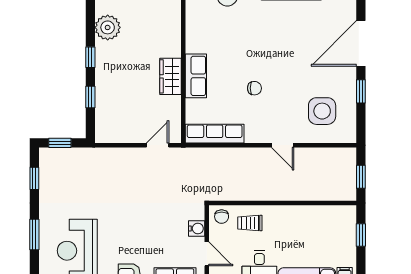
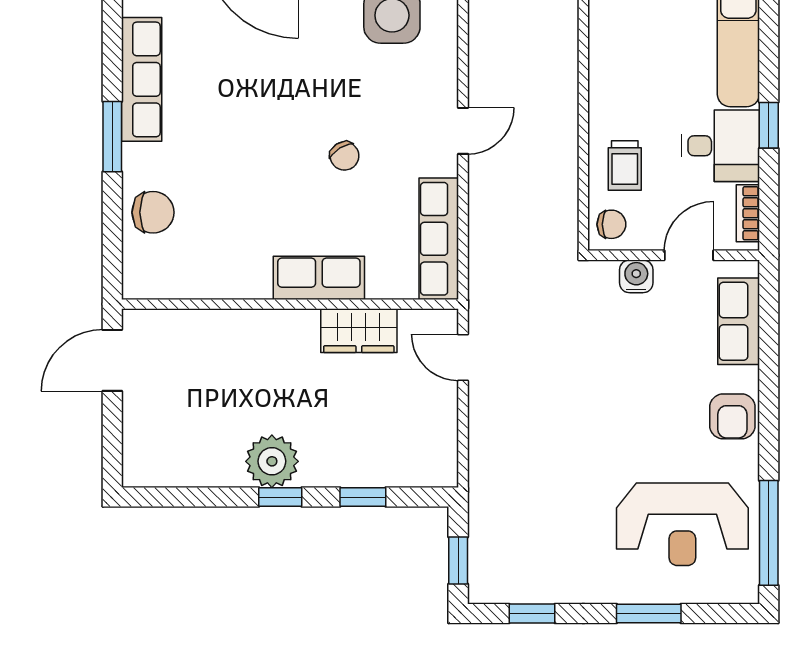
plant: (108, 27) -> (272, 461), moved
wardrobe: (170, 76) -> (359, 331), moved
chair: (254, 88) -> (344, 156), turned 148
door: (283, 145) -> (463, 131), moved

